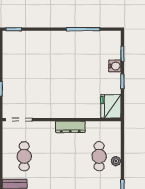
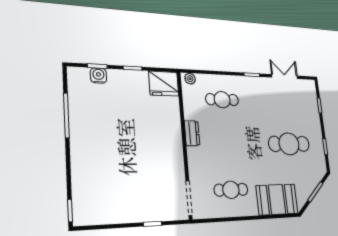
water cooler: (115, 66) -> (98, 76), moved
dresser: (70, 127) -> (192, 133), width x0.70
plant: (116, 161) -> (190, 79), moved

